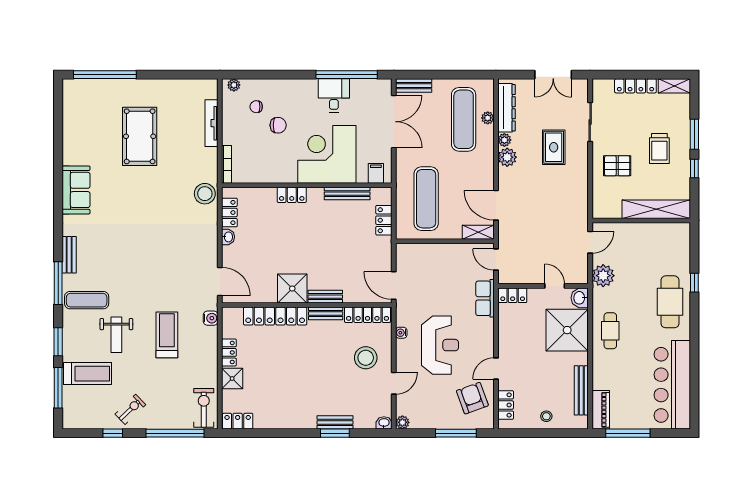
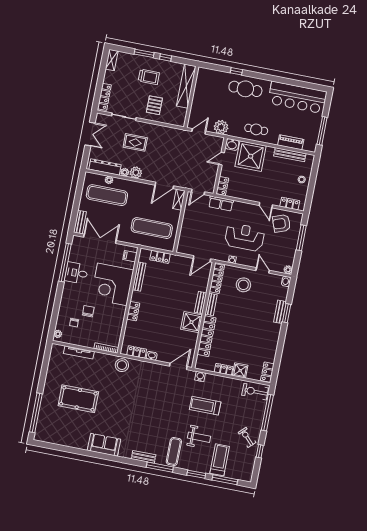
locker: (635, 86) -> (104, 97), moved
door: (590, 242) -> (199, 131), hinge flipped
piano: (601, 410) -> (291, 142), moved

